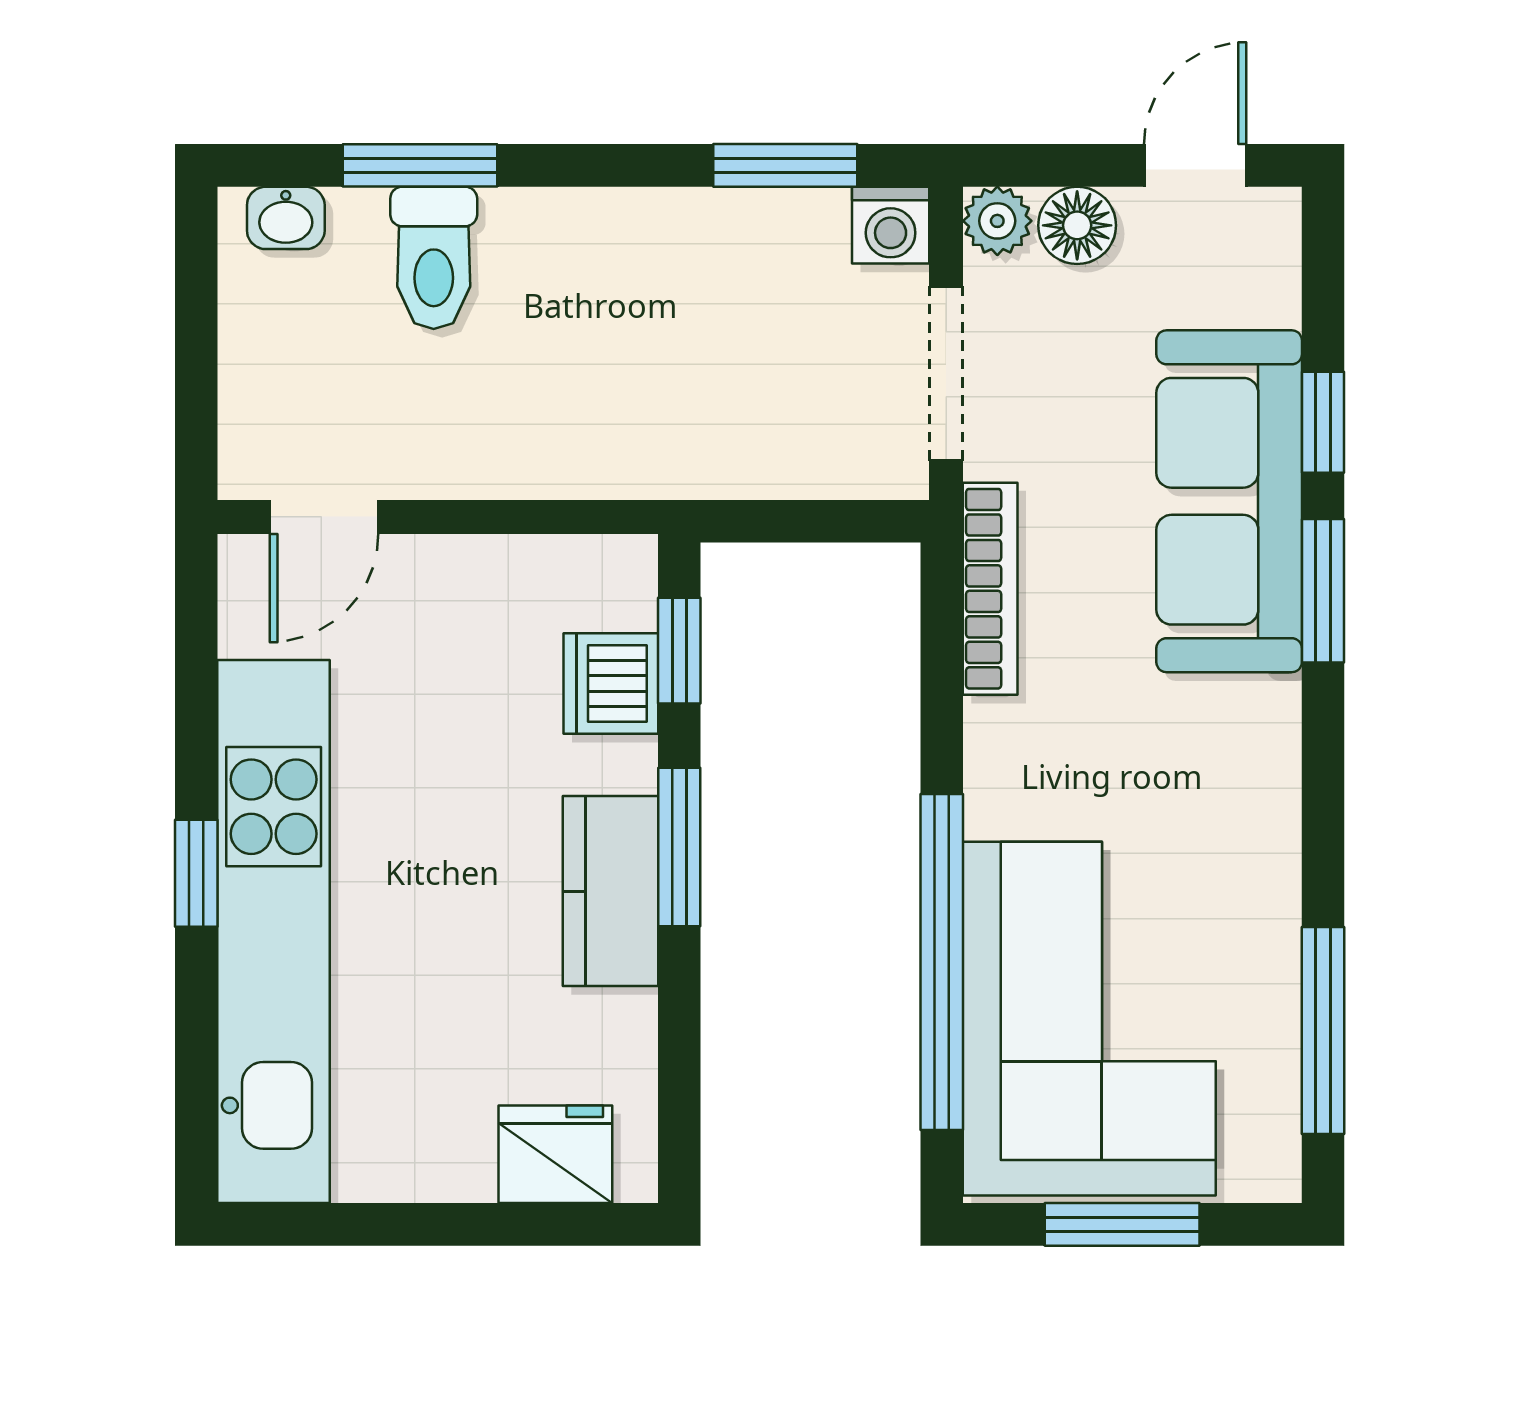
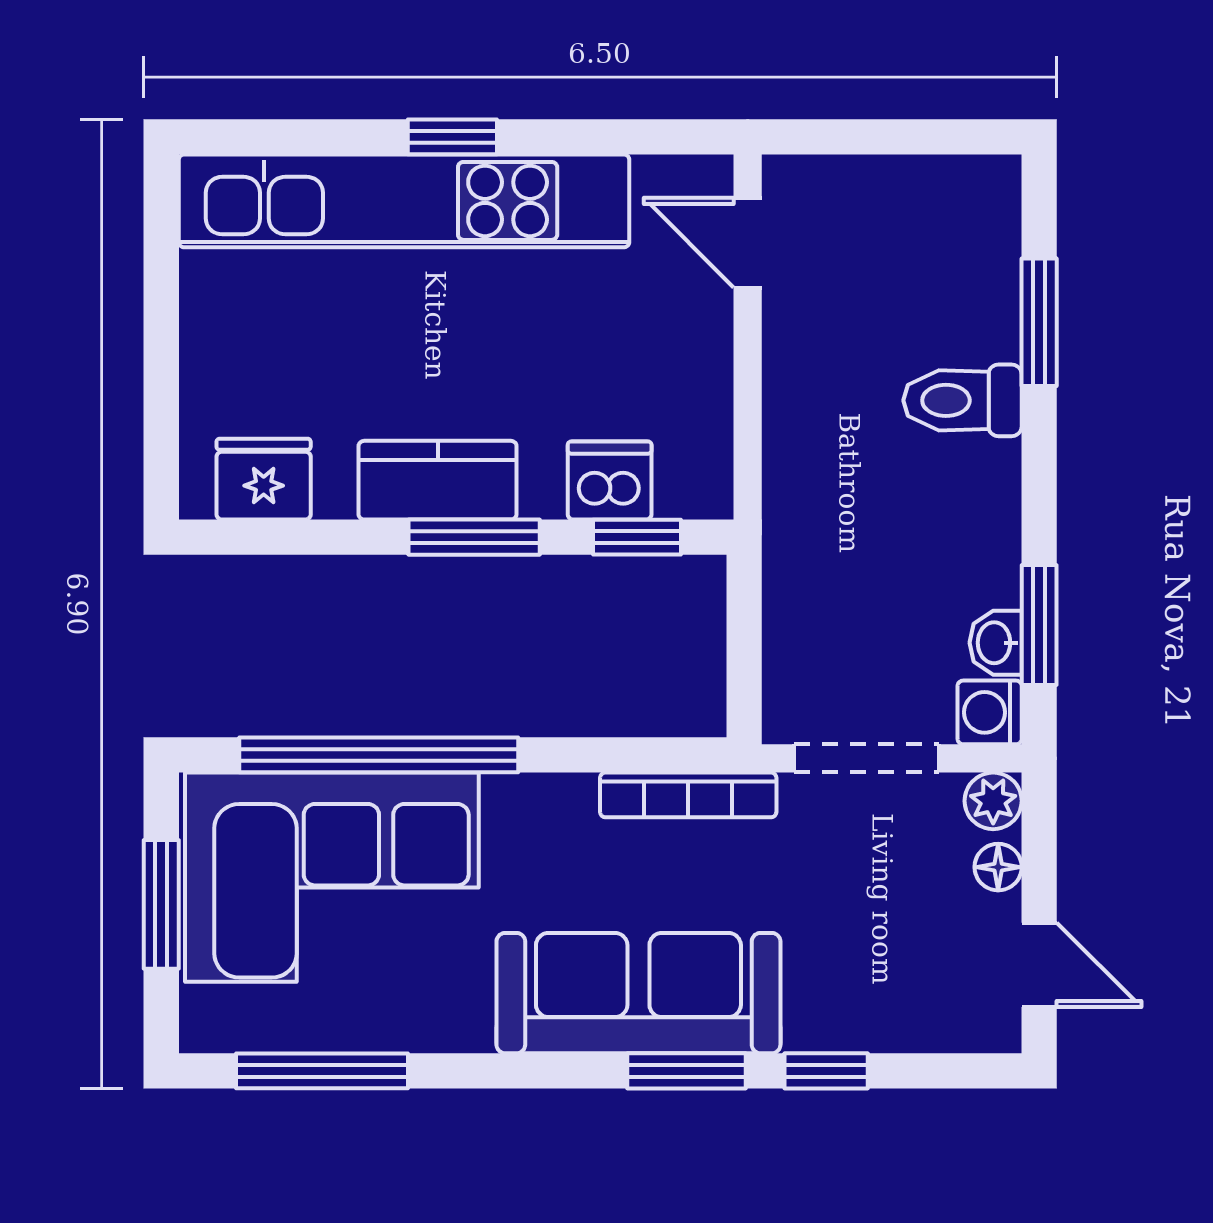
washbasin: (286, 218) -> (996, 643), moved
floor lamp: (1077, 225) -> (998, 867), width x0.73, depth x0.73
toilet: (434, 258) -> (963, 400), moved
sofa: (1229, 501) -> (638, 993), moved
fridge: (555, 1154) -> (264, 479), moved, turned -90

